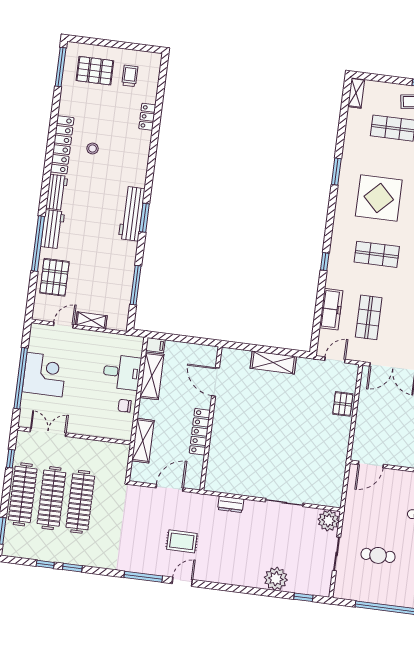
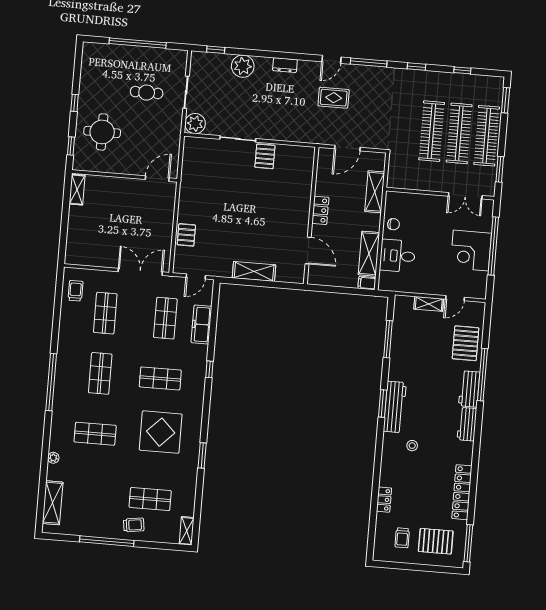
locker: (62, 145) -> (462, 492), moved
stool: (93, 148) -> (412, 446), moved
locker: (200, 432) -> (320, 210), width x0.66
window: (10, 459) -> (500, 169), width x1.50
pallet: (257, 483) -> (265, 156), added
dresser: (231, 504) -> (285, 65), moved, turned 180
window: (72, 568) -> (416, 67), moved

